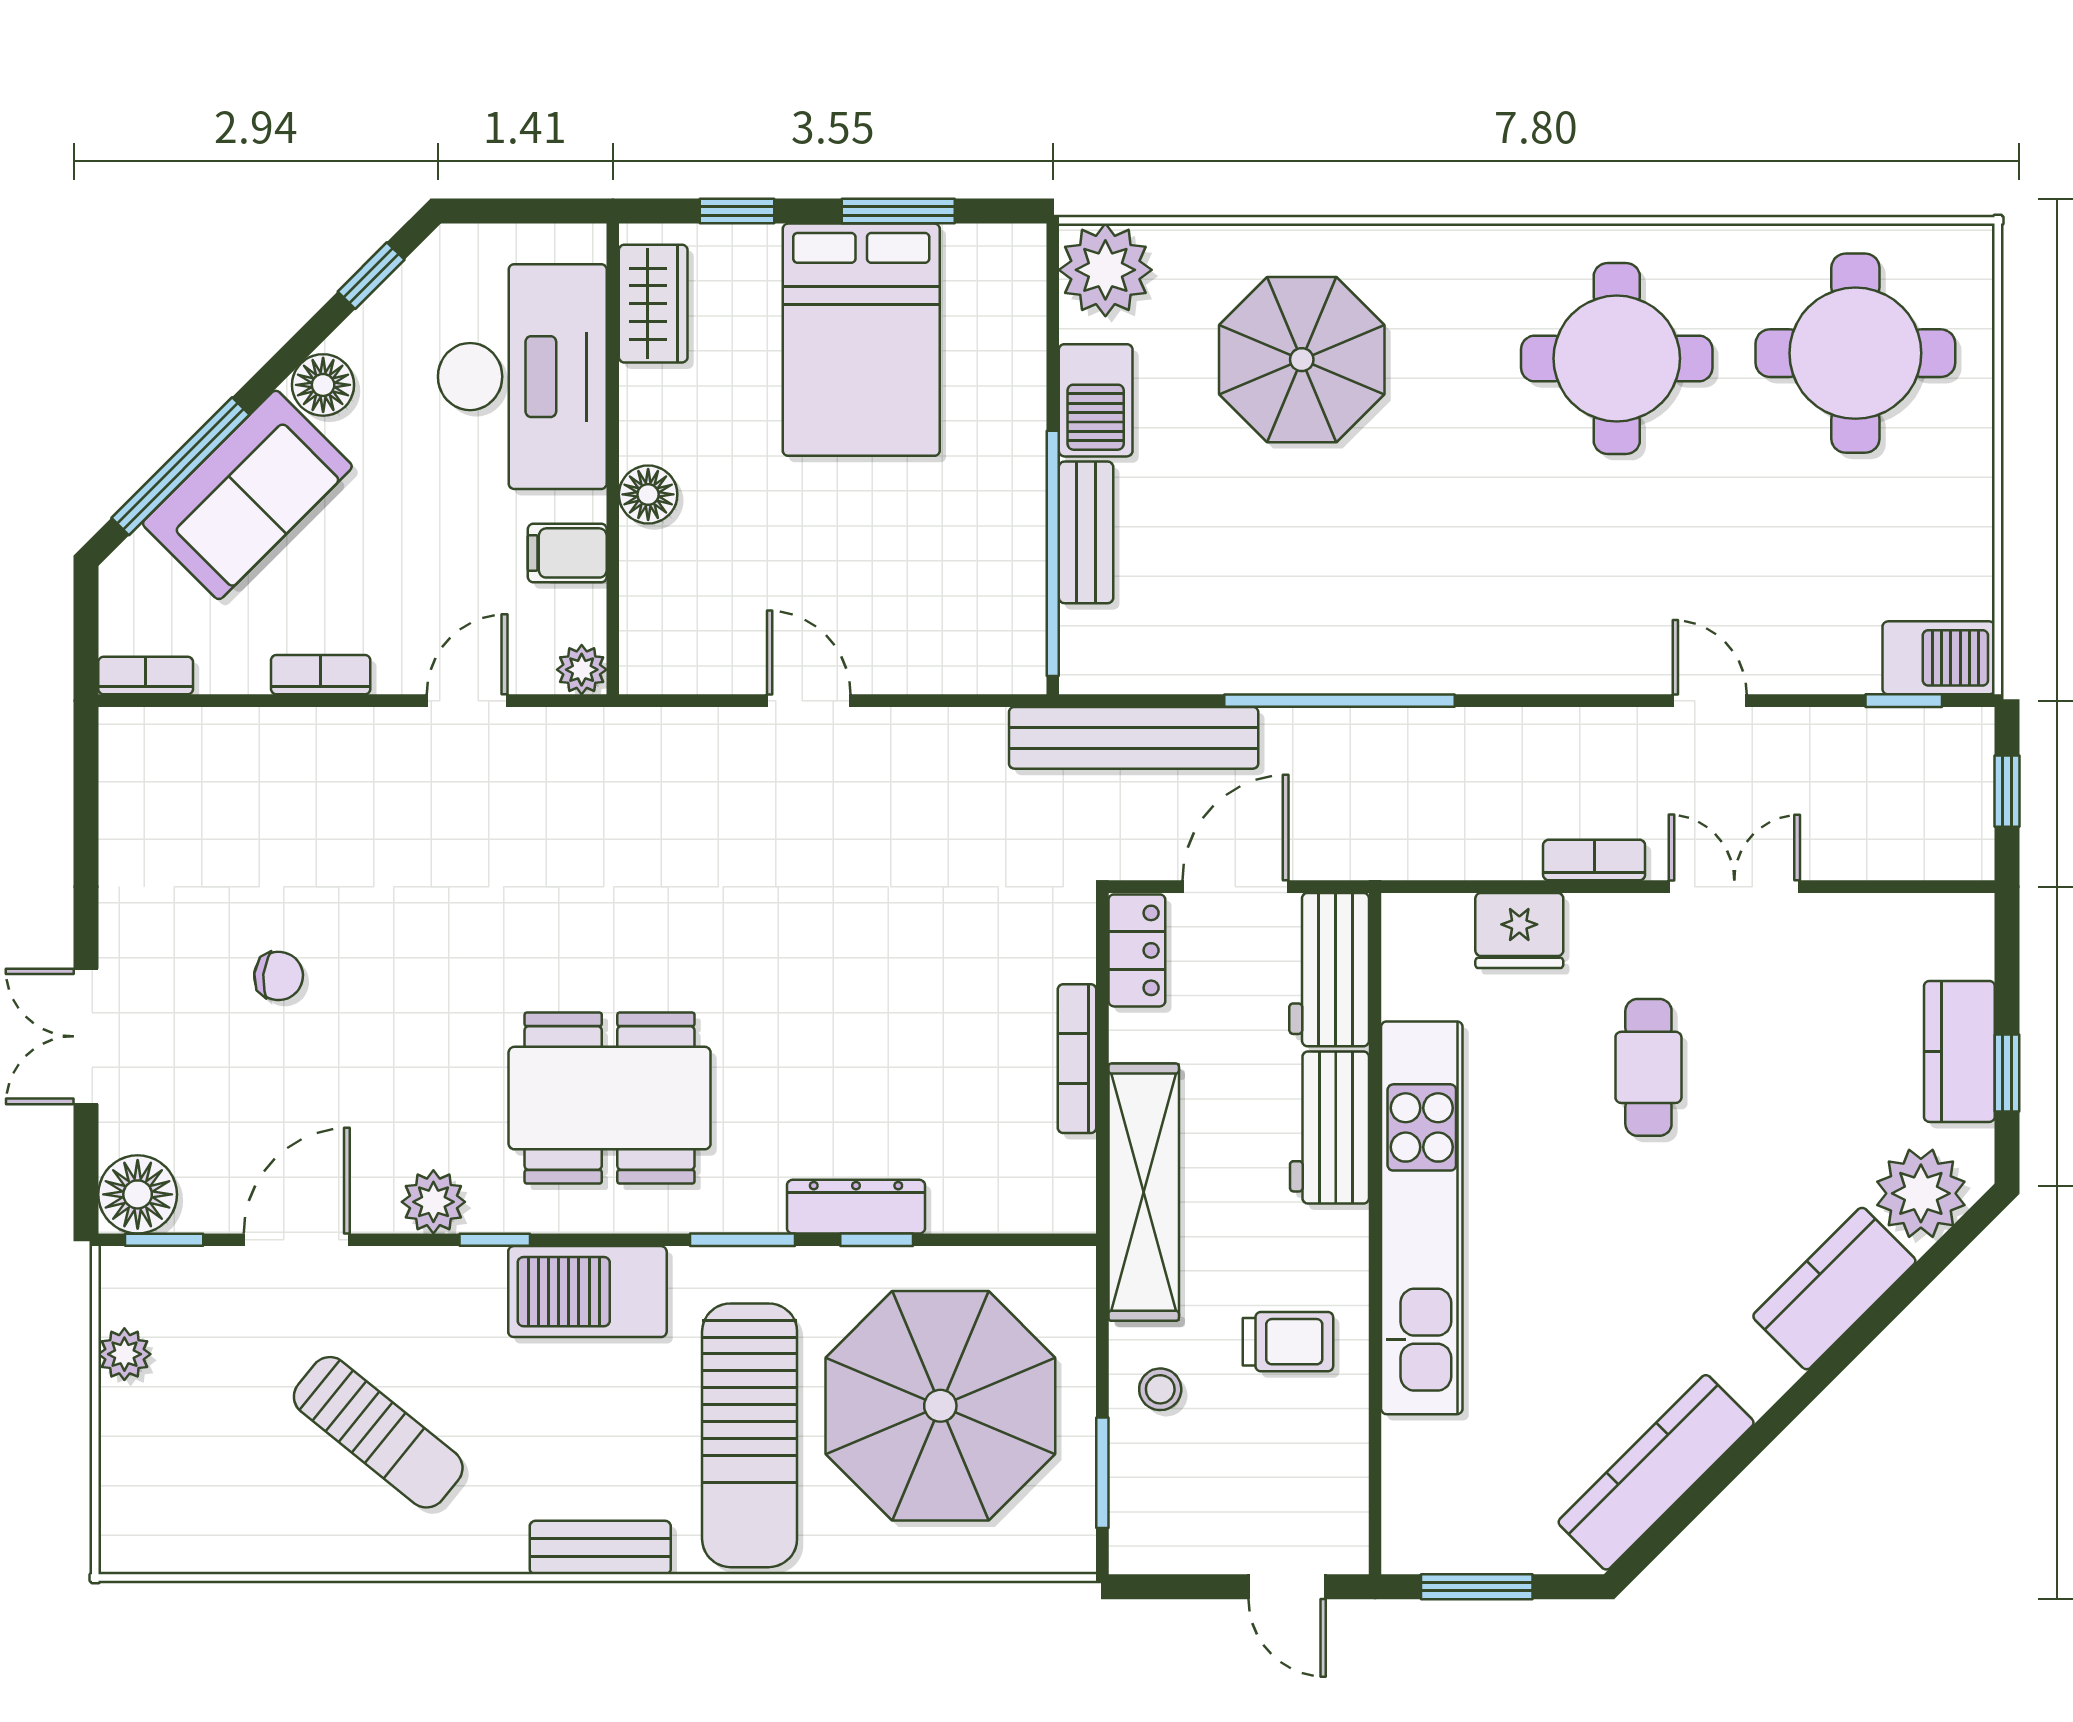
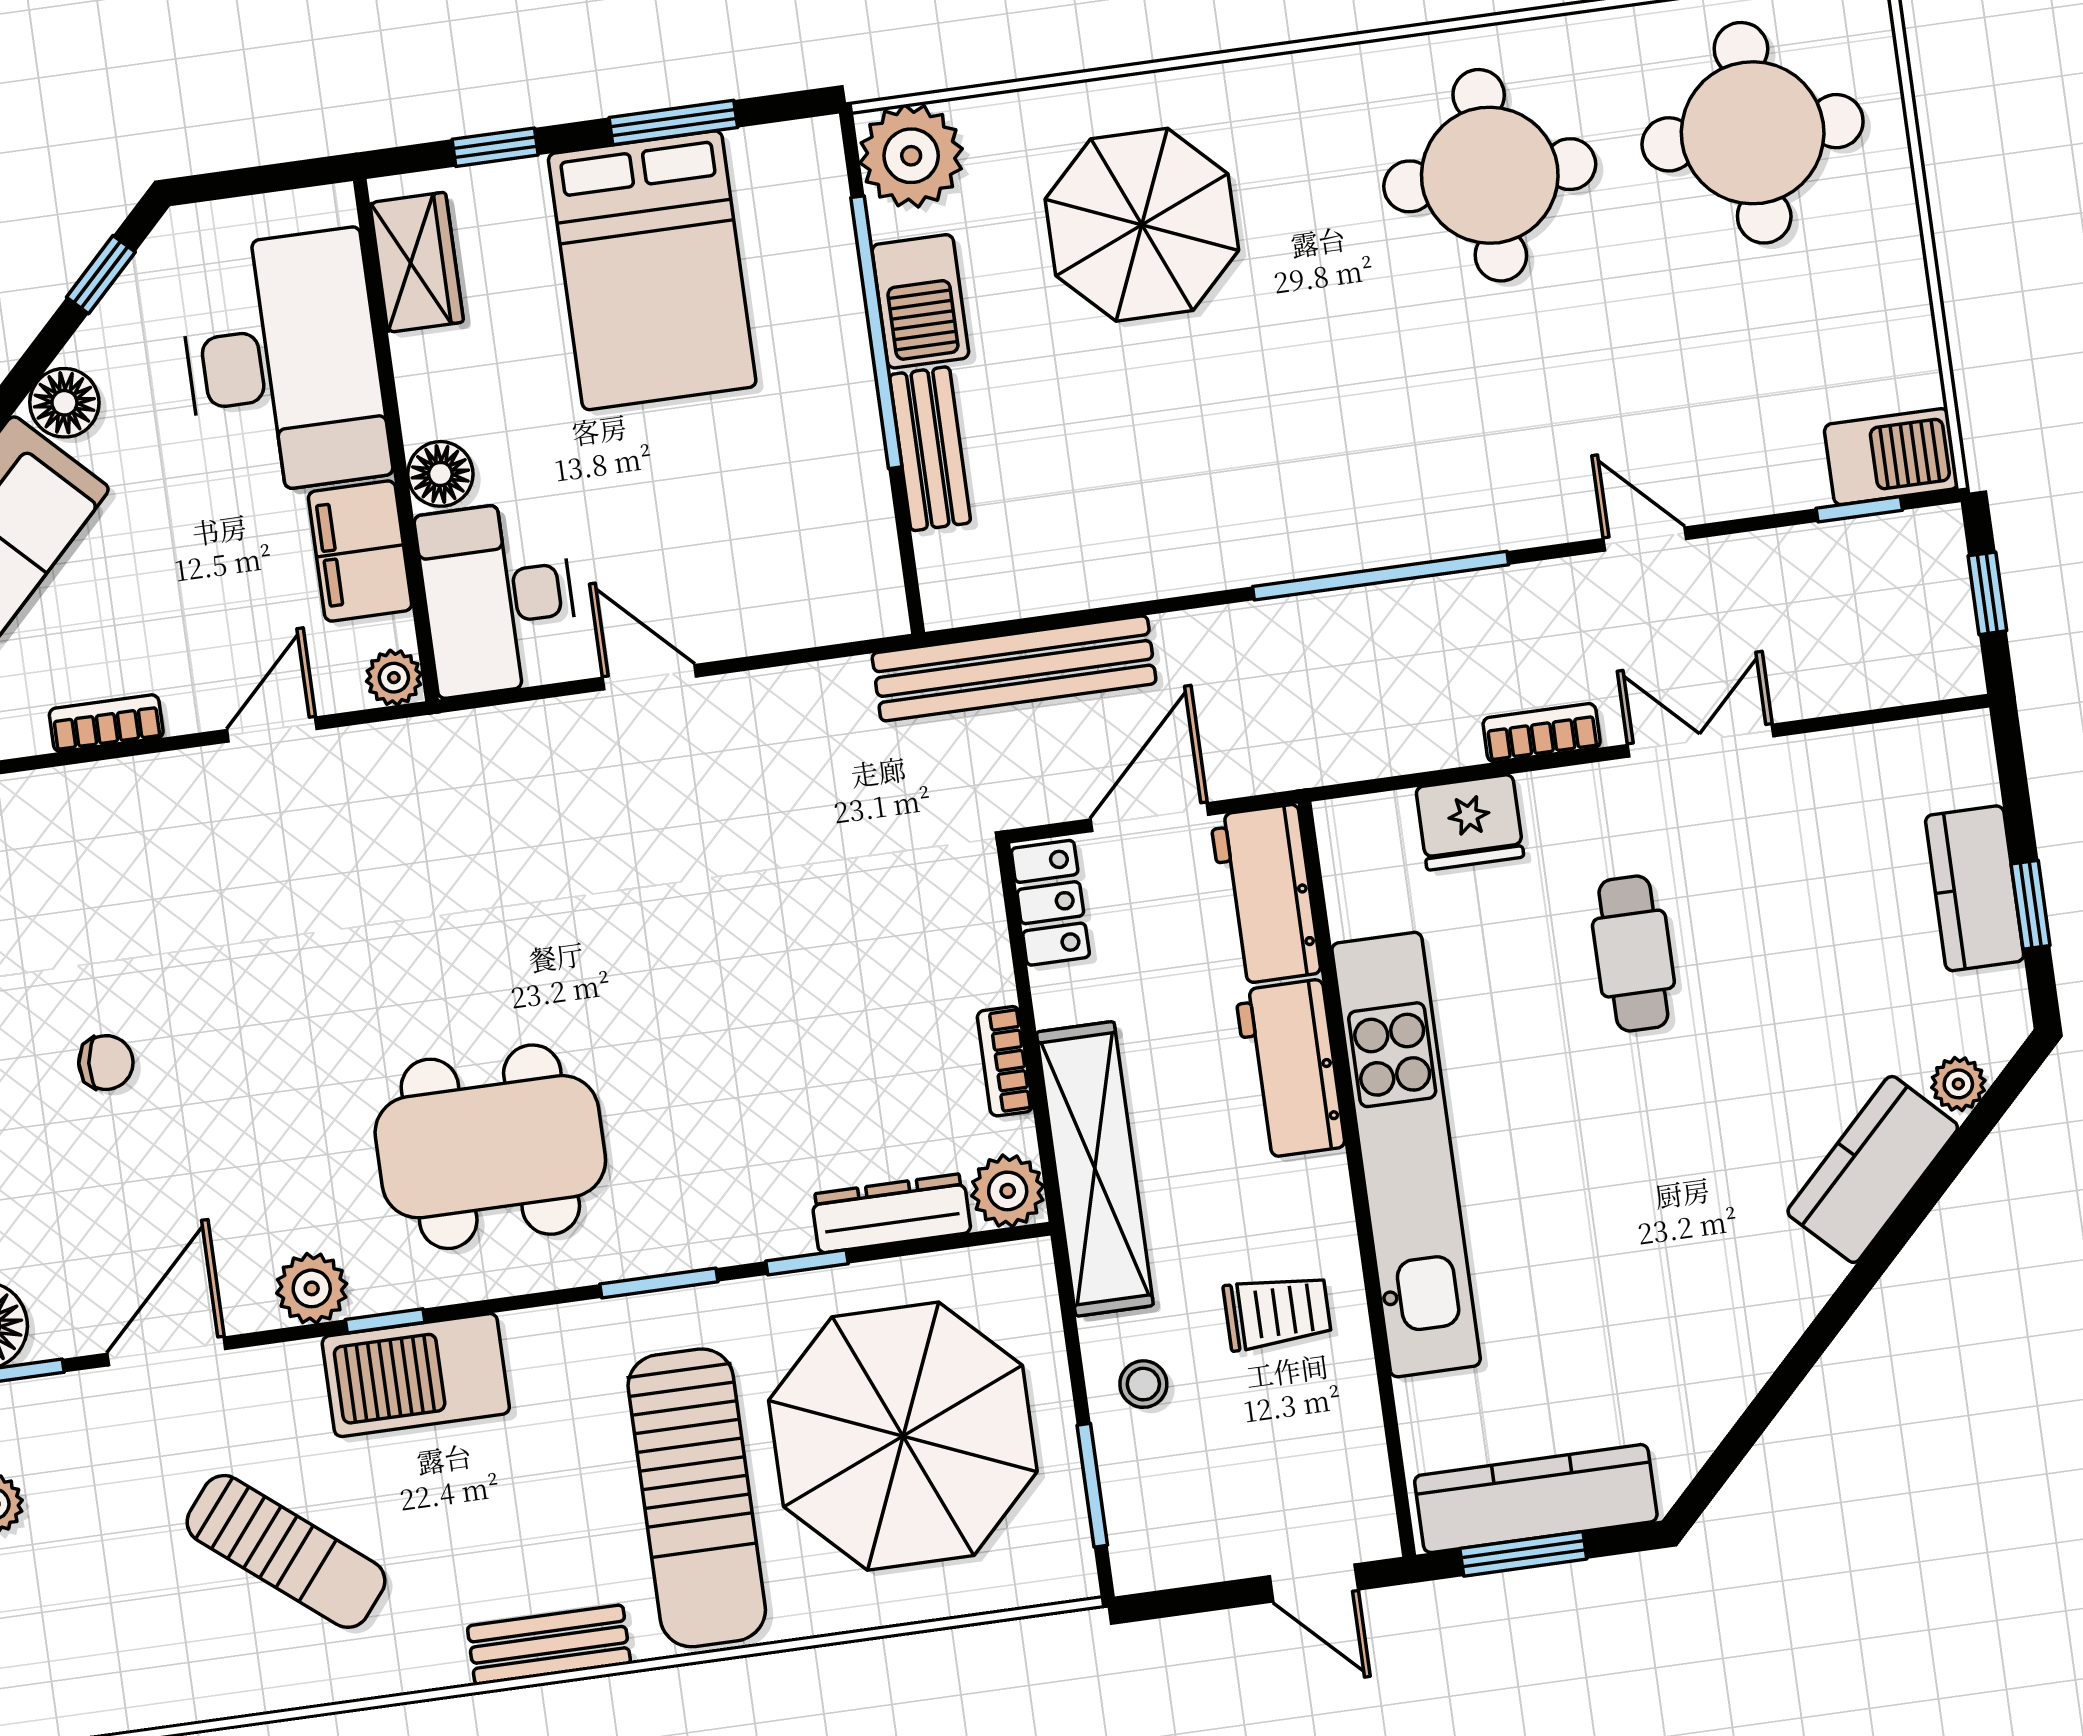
filing cabinet: (567, 553) -> (360, 551), width x2.00
window: (1053, 553) -> (876, 332), moved
desk: (684, 612) -> (498, 598), added
window: (1340, 701) -> (1381, 576), moved
bookcase: (1077, 1059) -> (1005, 1061), width x0.64
plant: (1921, 1193) -> (1958, 1084), width x0.53, depth x0.53
plant: (1064, 1201) -> (1008, 1191), added
dresser: (856, 1207) -> (891, 1213), moved
barbecue: (587, 1292) -> (416, 1375), moved
kitchen counter: (1656, 1472) -> (1536, 1499), moved, turned 45

